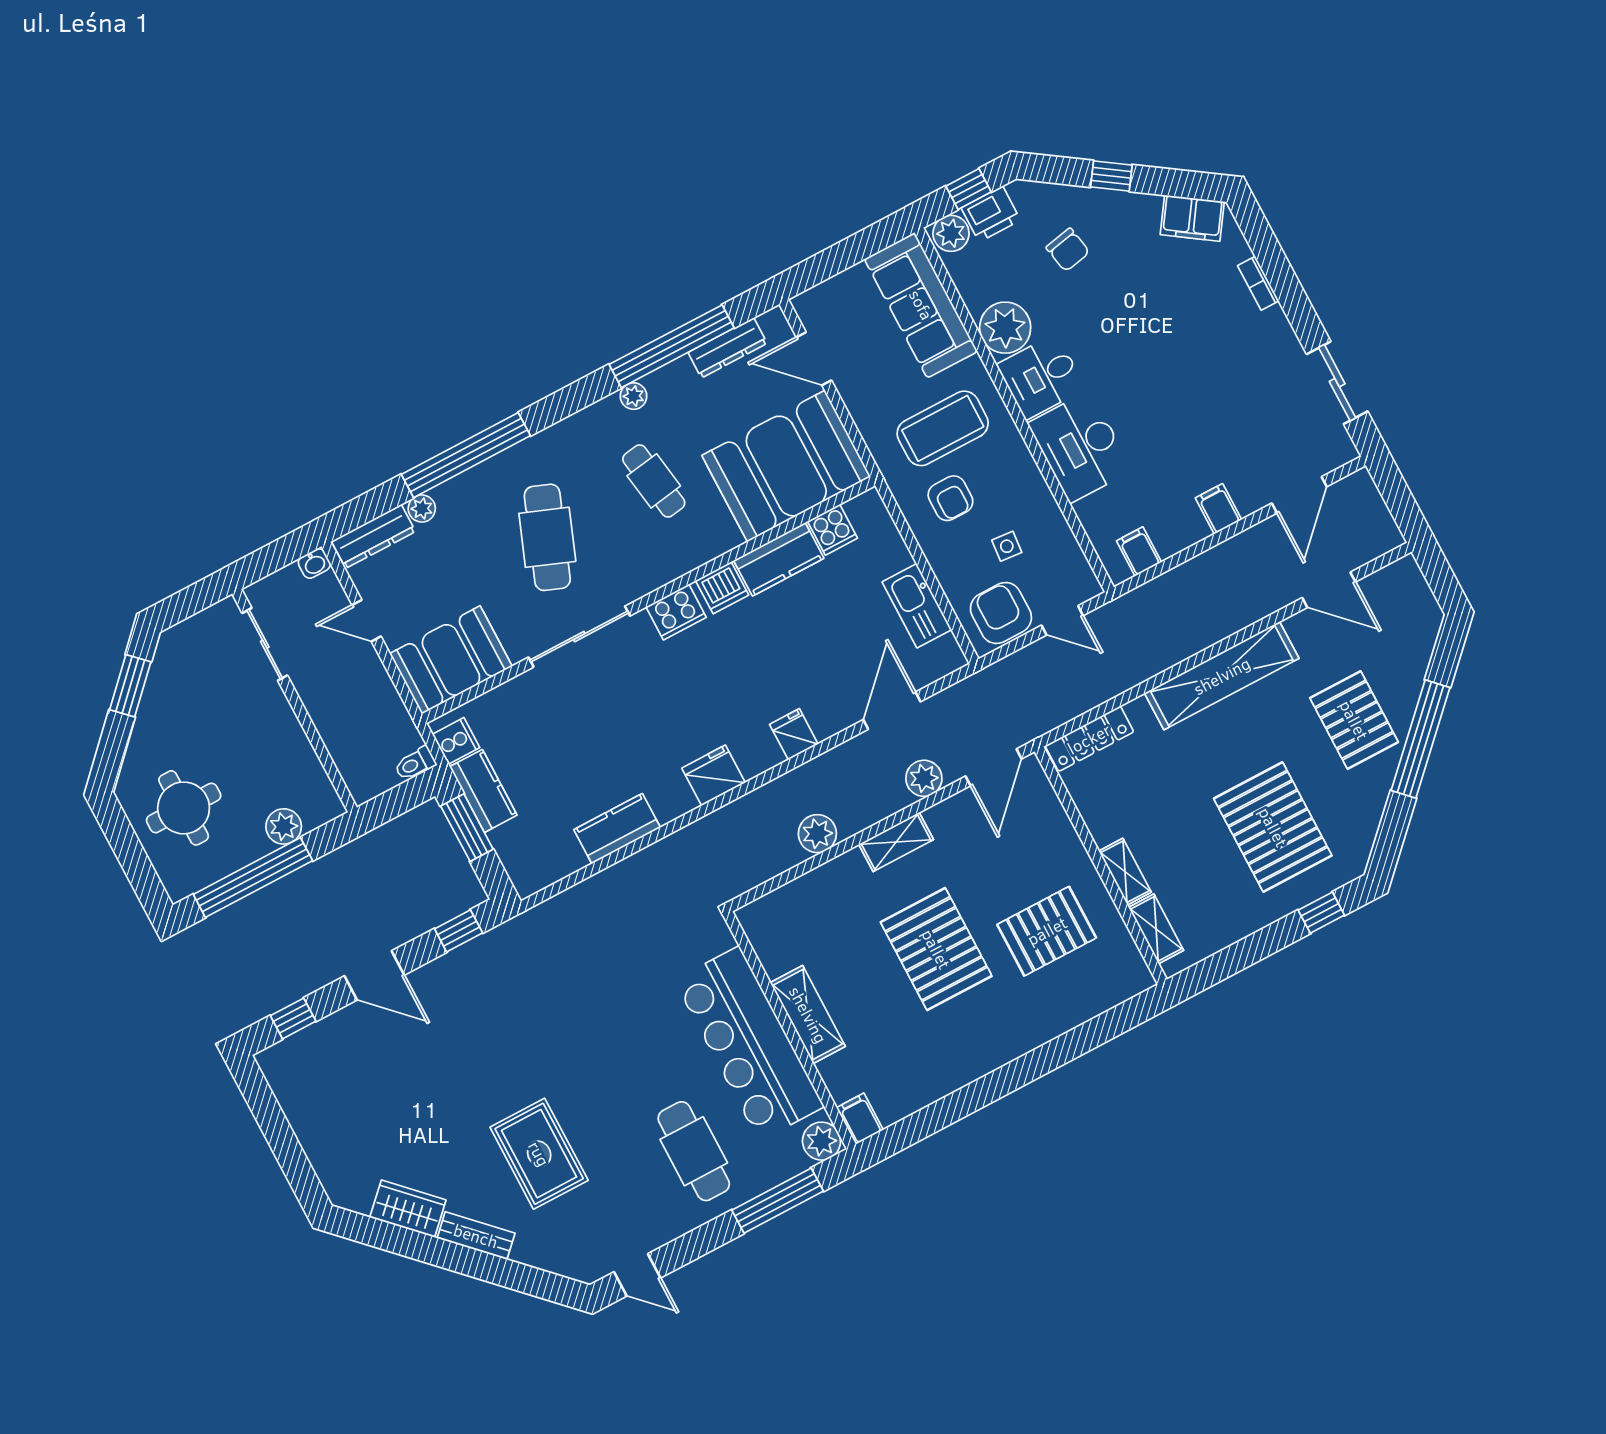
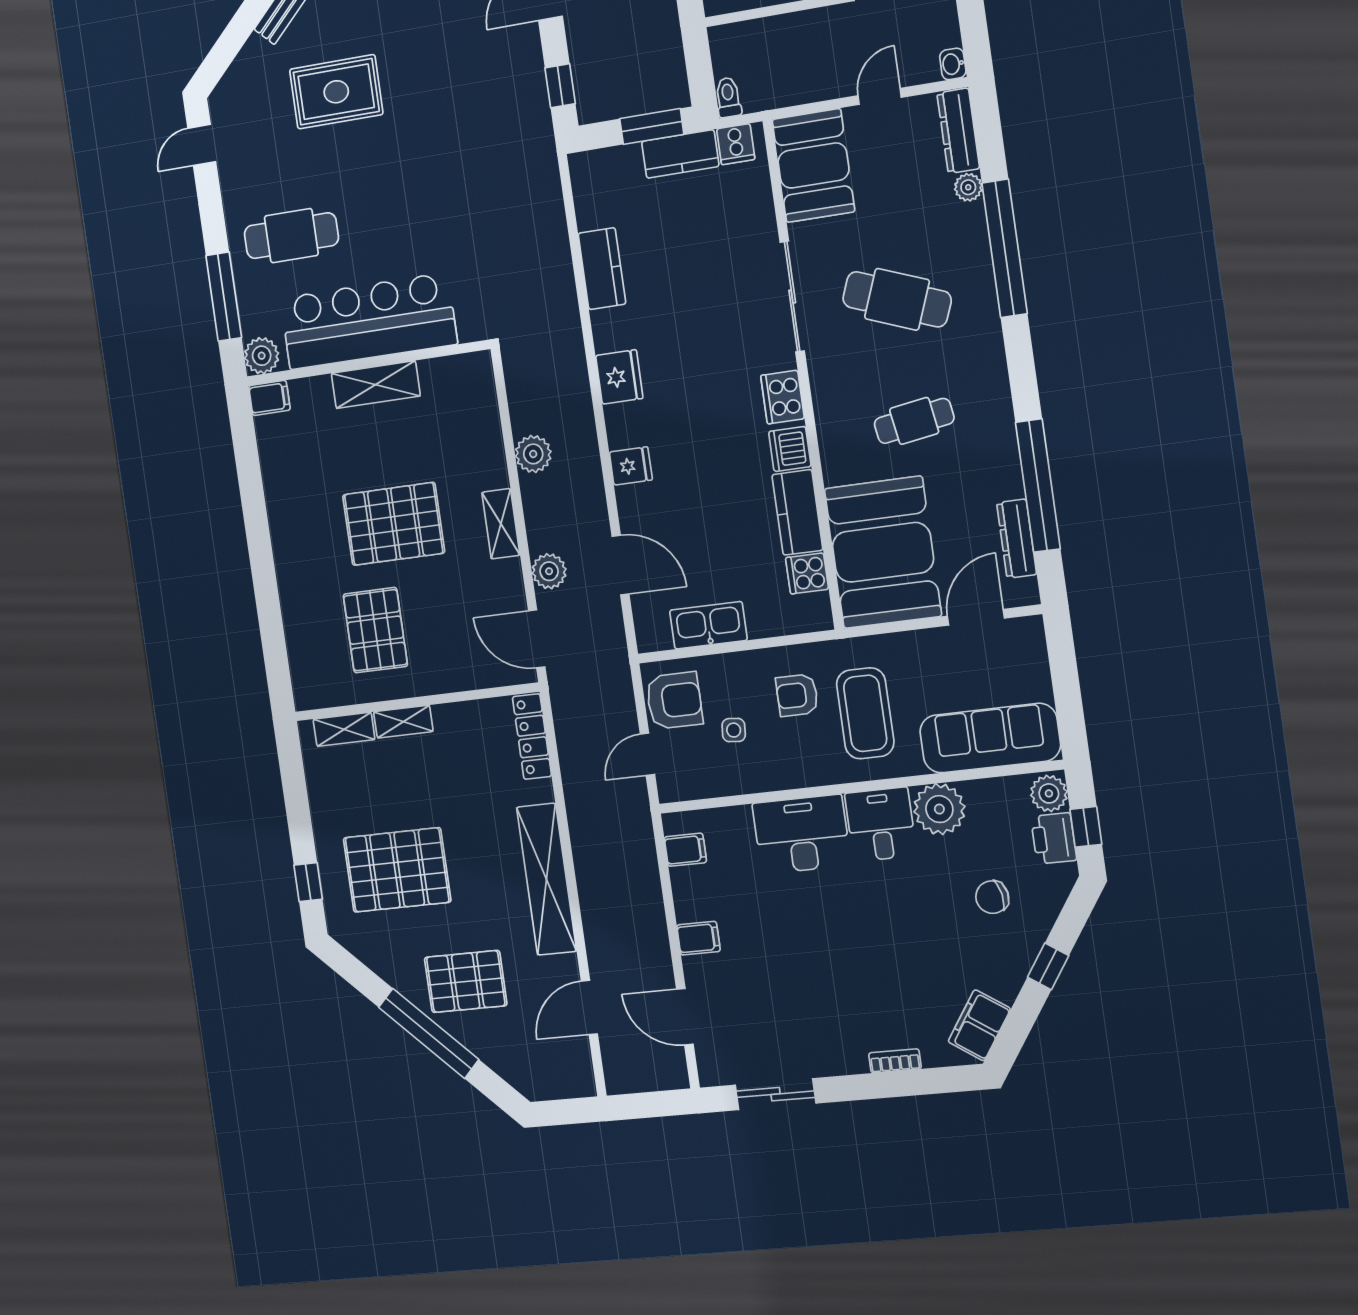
plant: (633, 396) -> (1003, 431), removed

